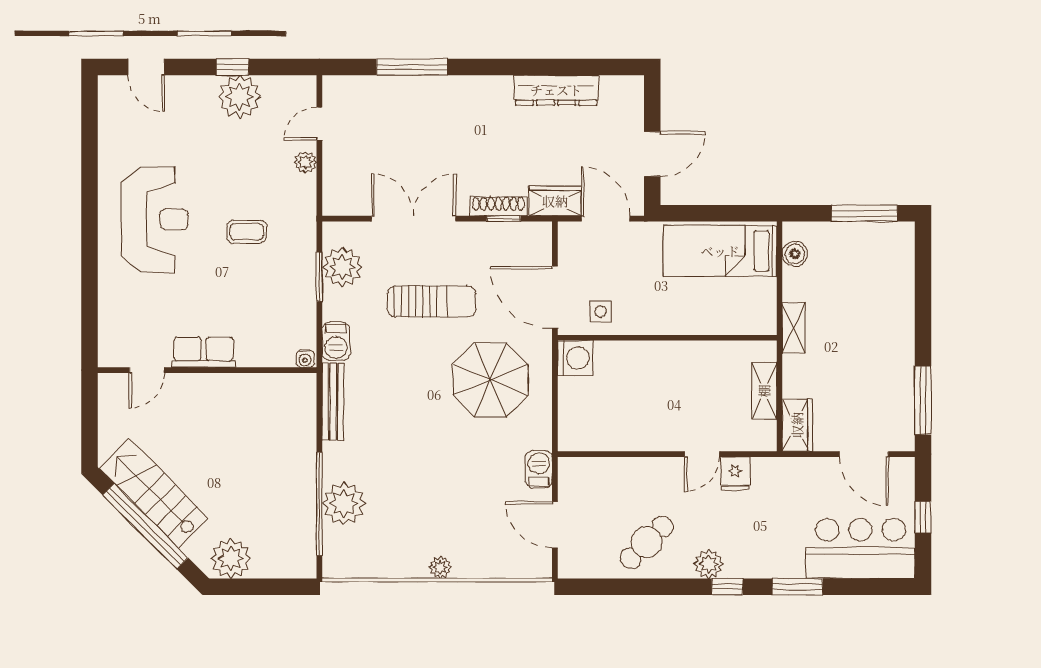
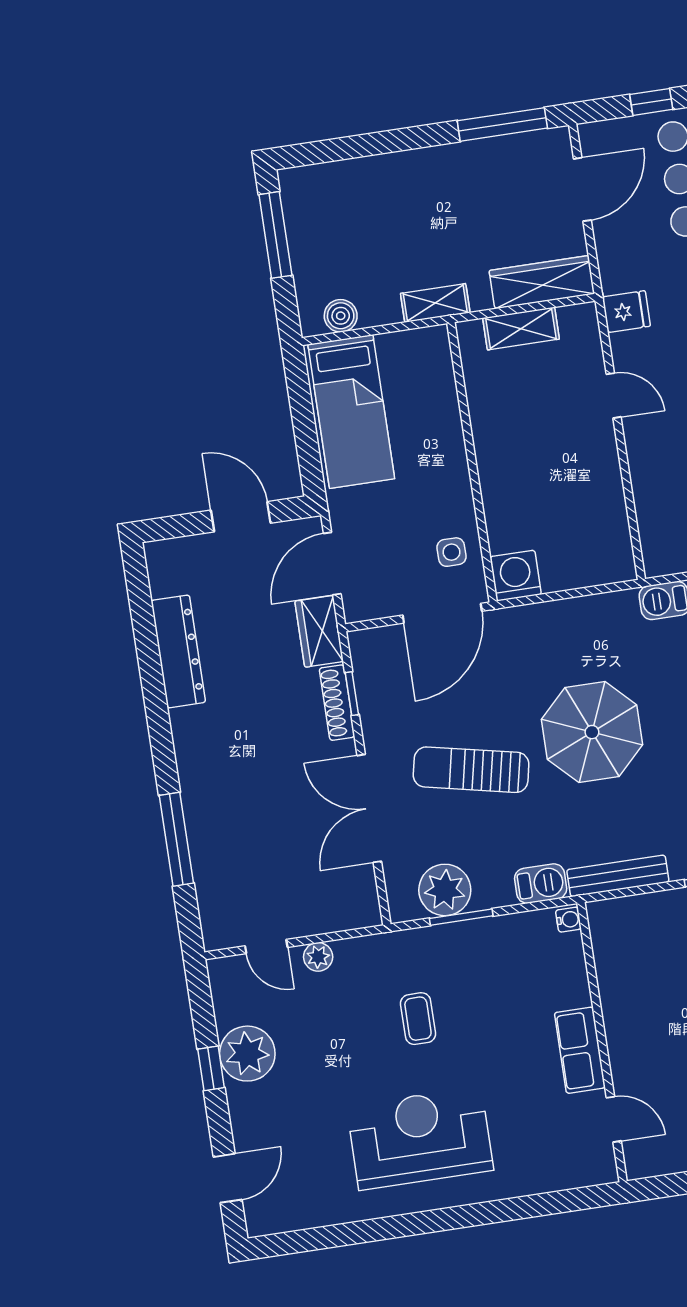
sun lounger: (431, 301) -> (471, 770), turned -78
parasol: (490, 380) -> (592, 732), moved
wardrobe: (797, 425) -> (542, 282), width x1.50
fridge: (735, 474) -> (626, 312), moved

